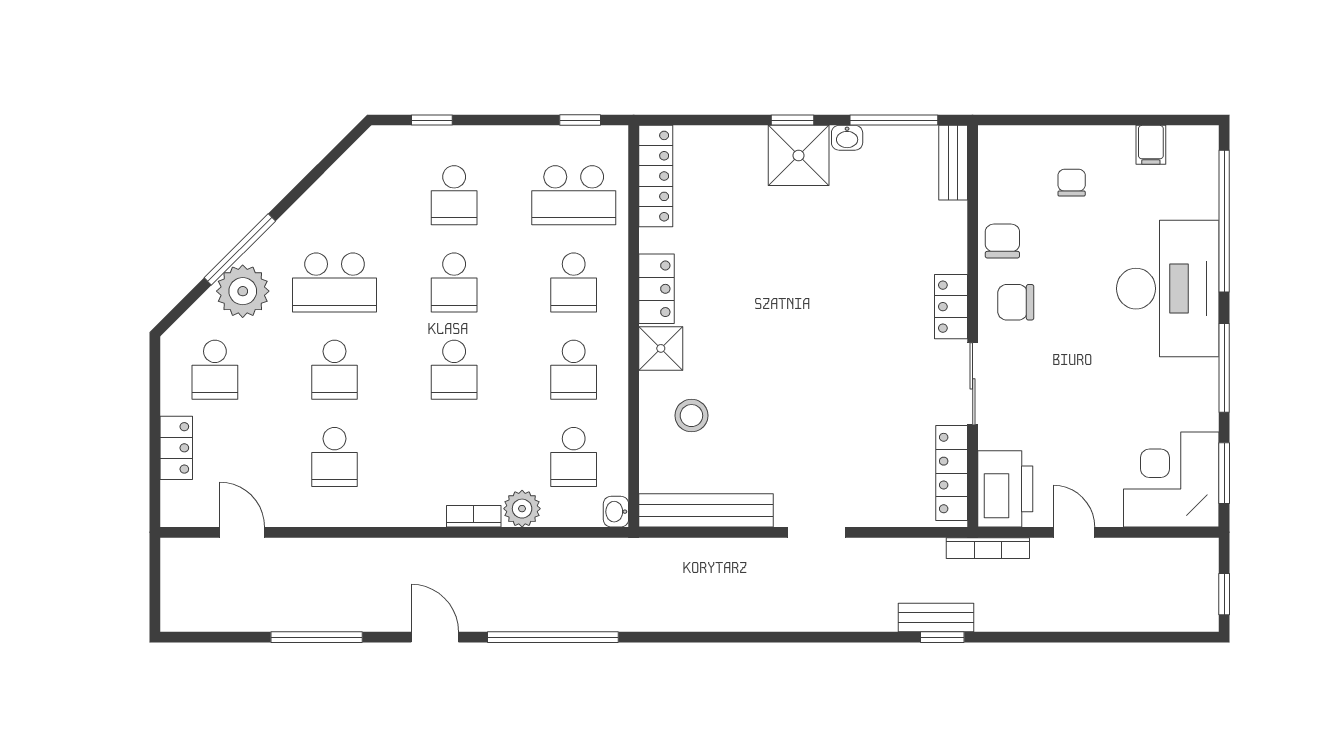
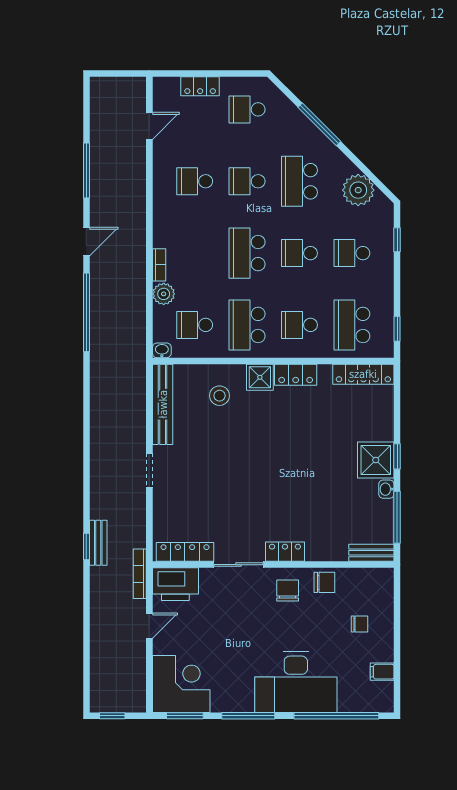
plant: (243, 291) -> (358, 190), moved
school desk: (454, 370) -> (247, 253), width x1.85
school desk: (574, 370) -> (247, 325), width x1.85

